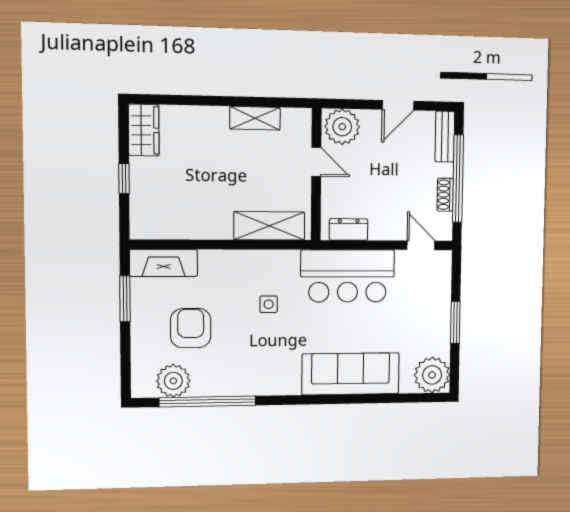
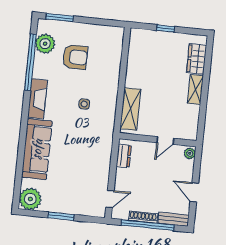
shelving: (255, 118) -> (195, 89), moved
plant: (342, 127) -> (190, 153), width x0.53, depth x0.53
wardrobe: (144, 130) -> (197, 59), moved, turned 90
shoe rack: (445, 195) -> (143, 217), width x1.43
fireplace: (164, 263) -> (38, 99), moved, turned 180
bar counter: (348, 276) -> (96, 153), removed
window: (125, 299) -> (60, 18), moved

